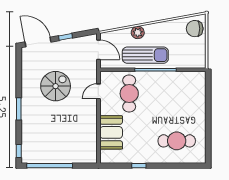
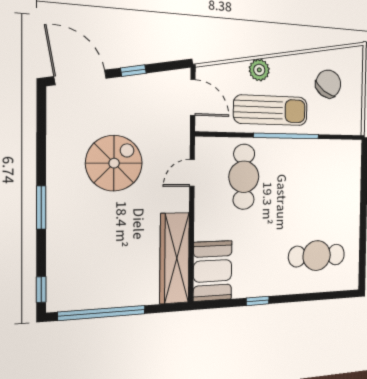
chair: (195, 29) -> (328, 84), moved, turned 124
booth: (111, 132) -> (213, 271), moved
wardrobe: (89, 138) -> (175, 258), added

